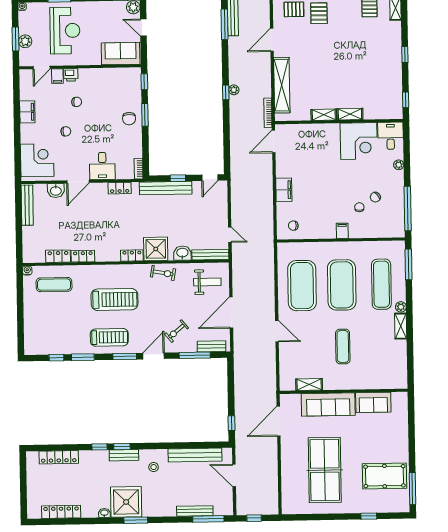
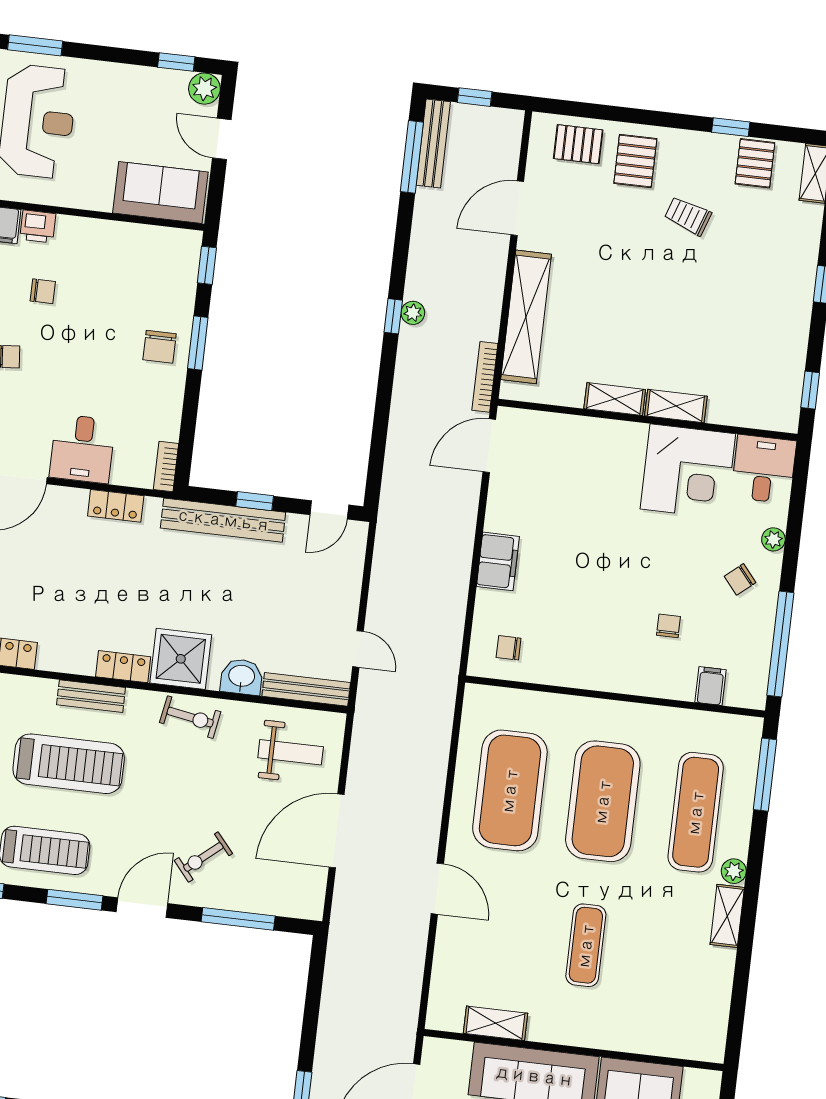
trolley: (344, 33) -> (688, 216), added
chair: (375, 197) -> (740, 579), moved
filing cabinet: (342, 231) -> (711, 686), moved
bench: (211, 346) -> (91, 696), moved

